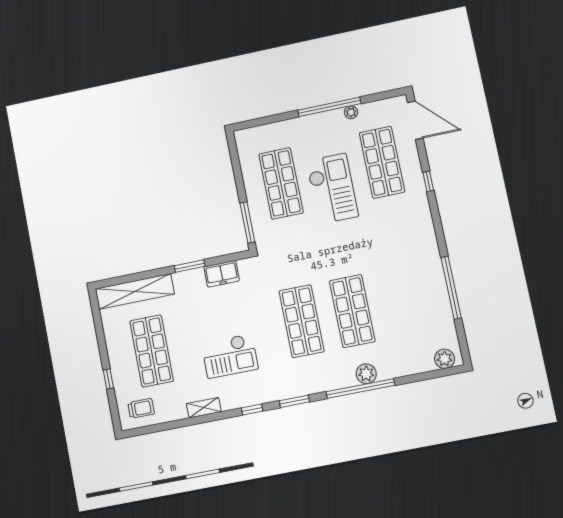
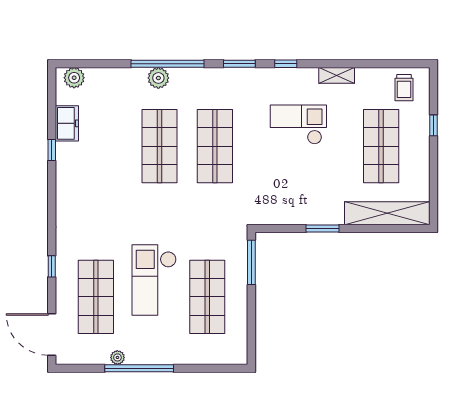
freezer: (222, 274) -> (67, 123), moved, turned 90
window: (451, 288) -> (52, 150), width x0.32
trolley: (141, 408) -> (404, 88), turned -90

